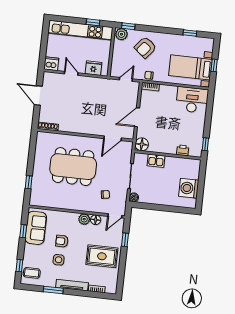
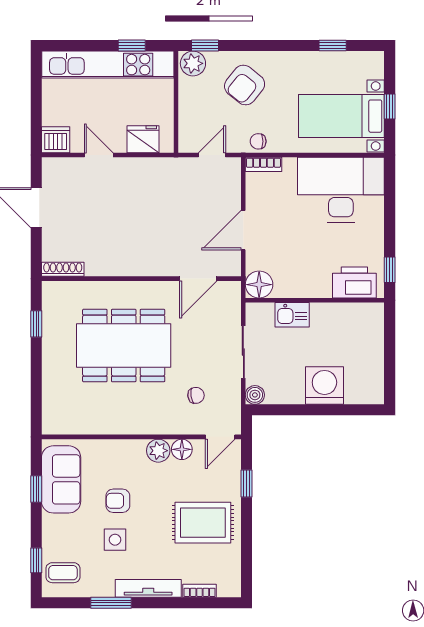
desk: (192, 100) -> (341, 190), width x1.36, depth x1.30
printer: (183, 150) -> (354, 283), width x1.87, depth x1.48
window: (29, 182) -> (36, 324), moved
washing machine: (189, 188) -> (324, 386), moved, turned 90

